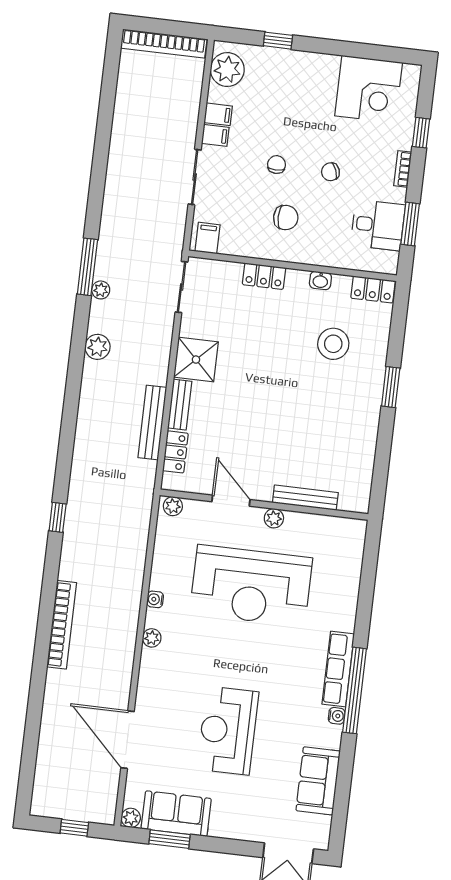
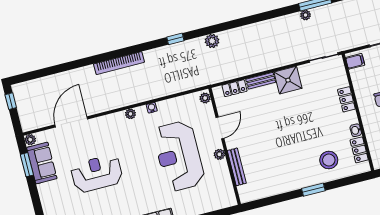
locker: (373, 289) -> (359, 150), moved
stool: (333, 344) -> (329, 160), moved
plant: (97, 347) -> (212, 41), moved
bench: (152, 423) -> (245, 70), removed
window: (74, 828) -> (11, 101), moved

